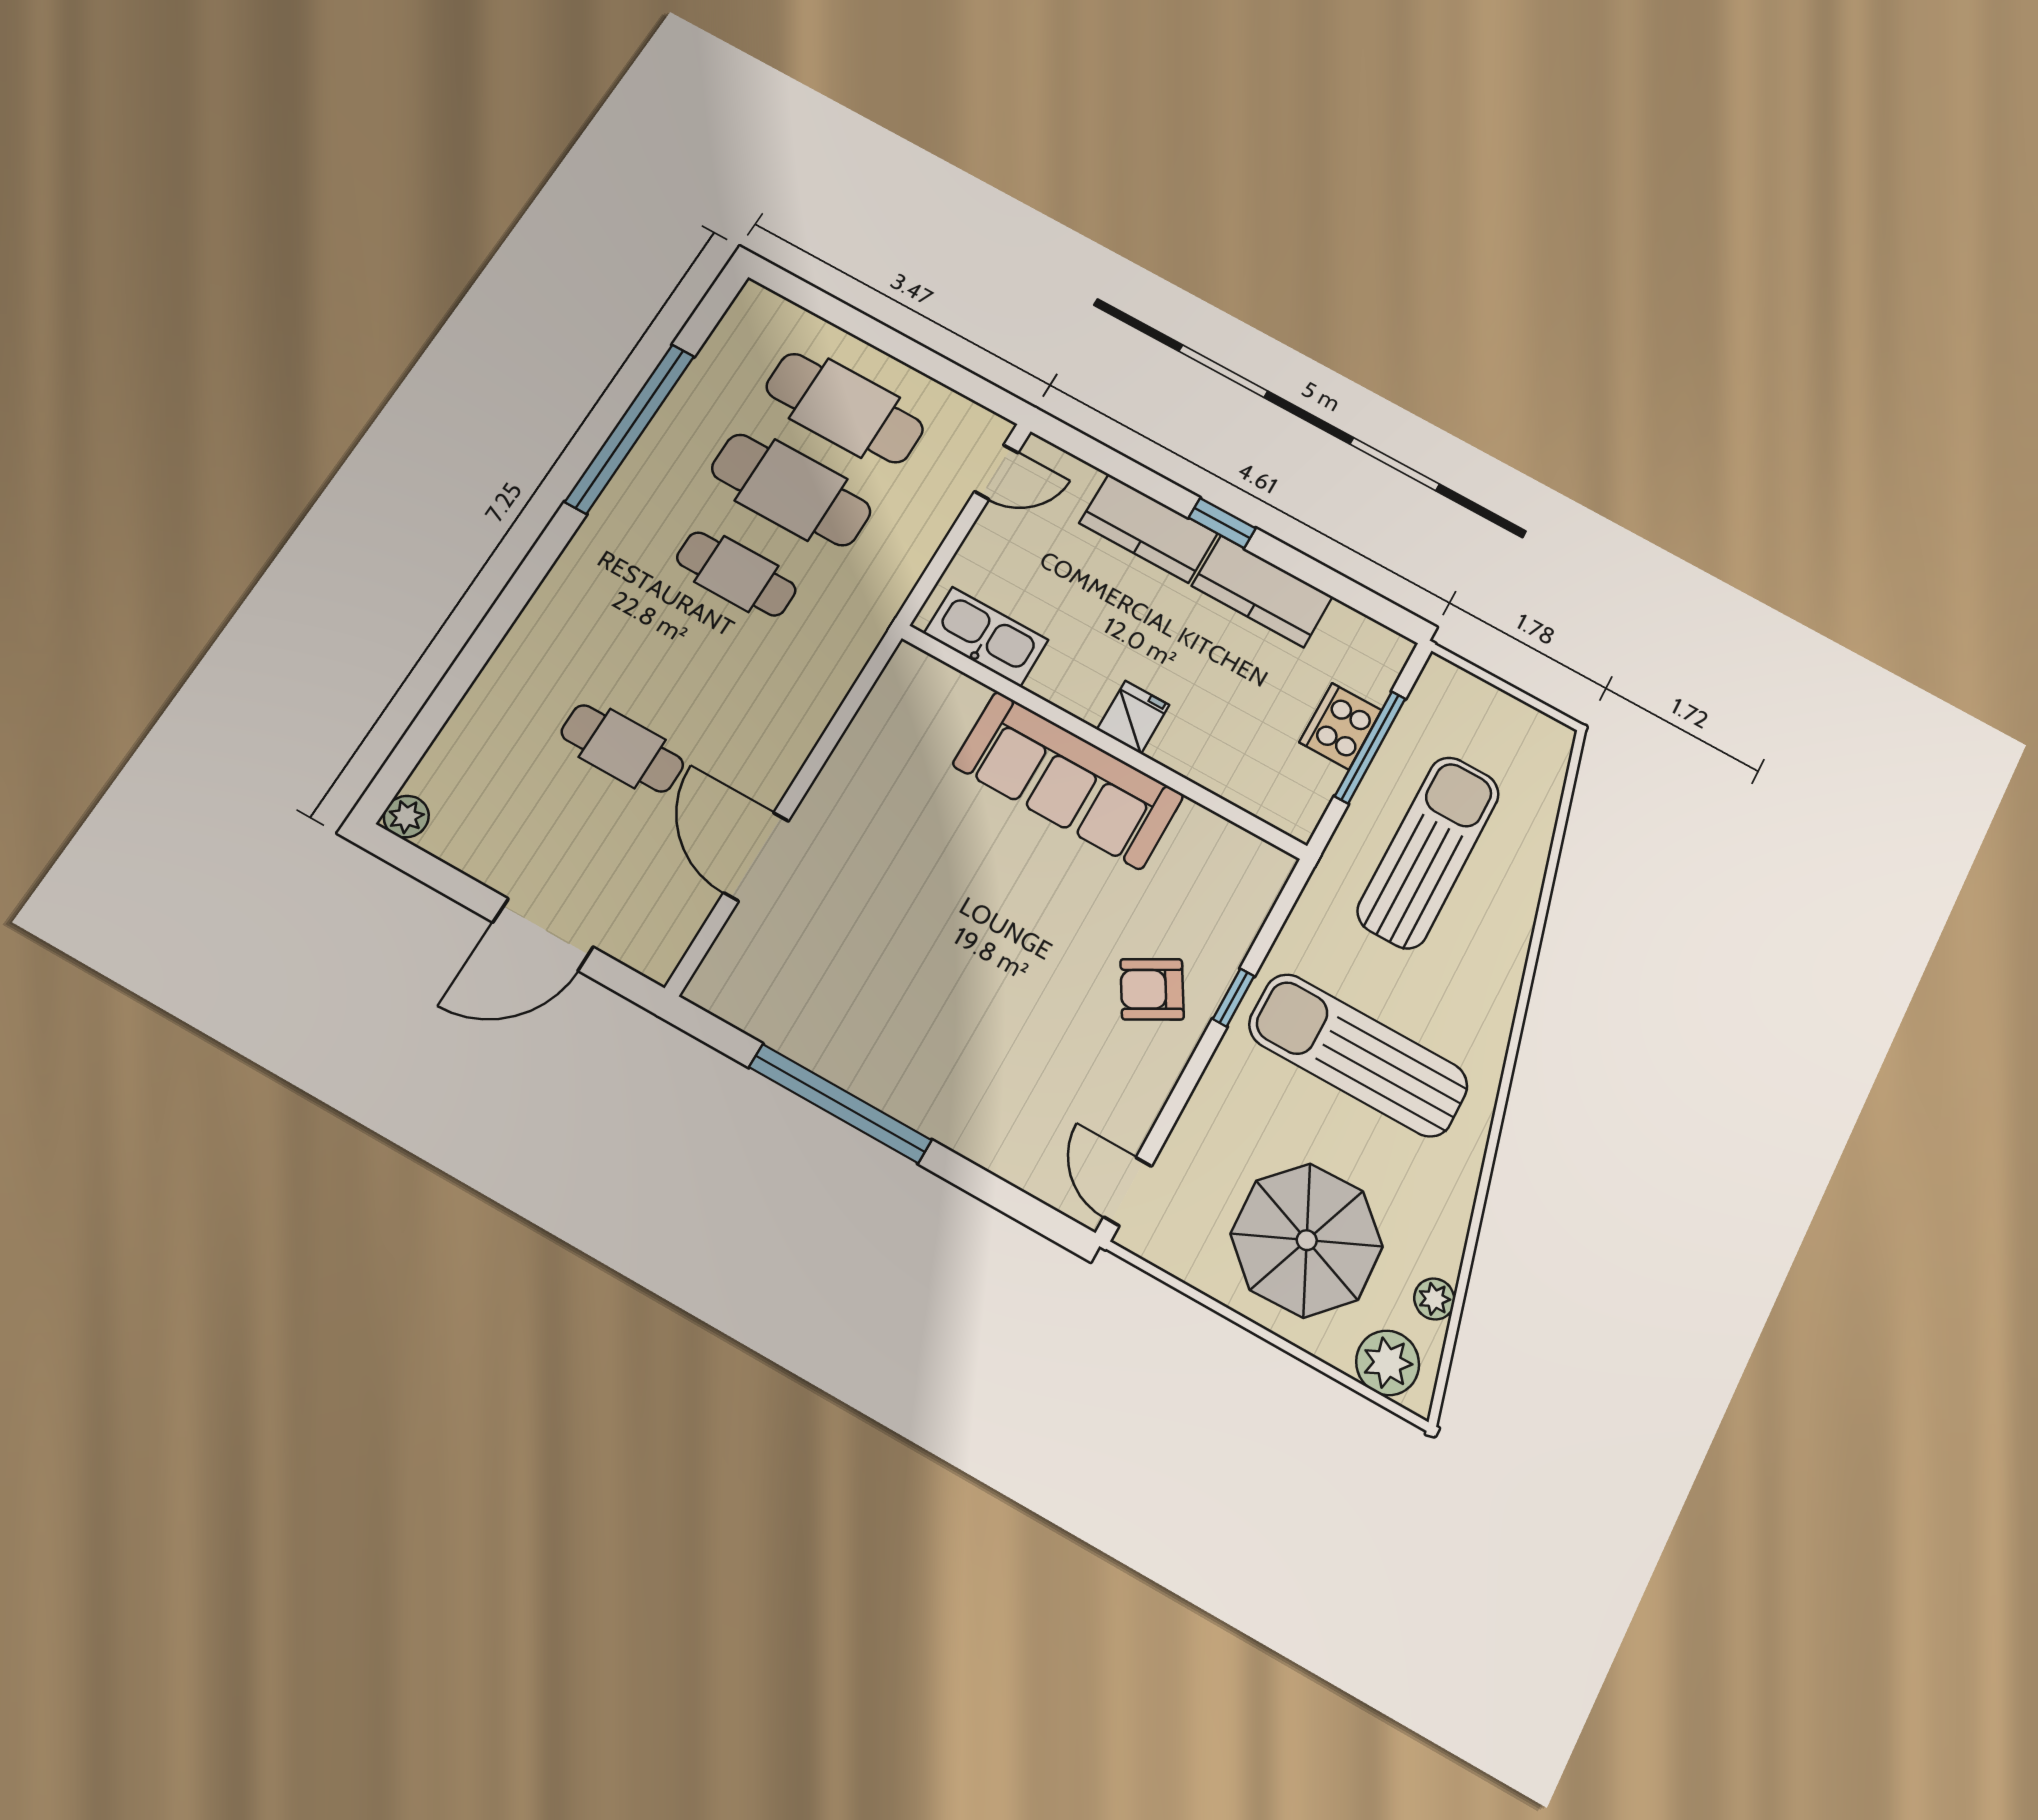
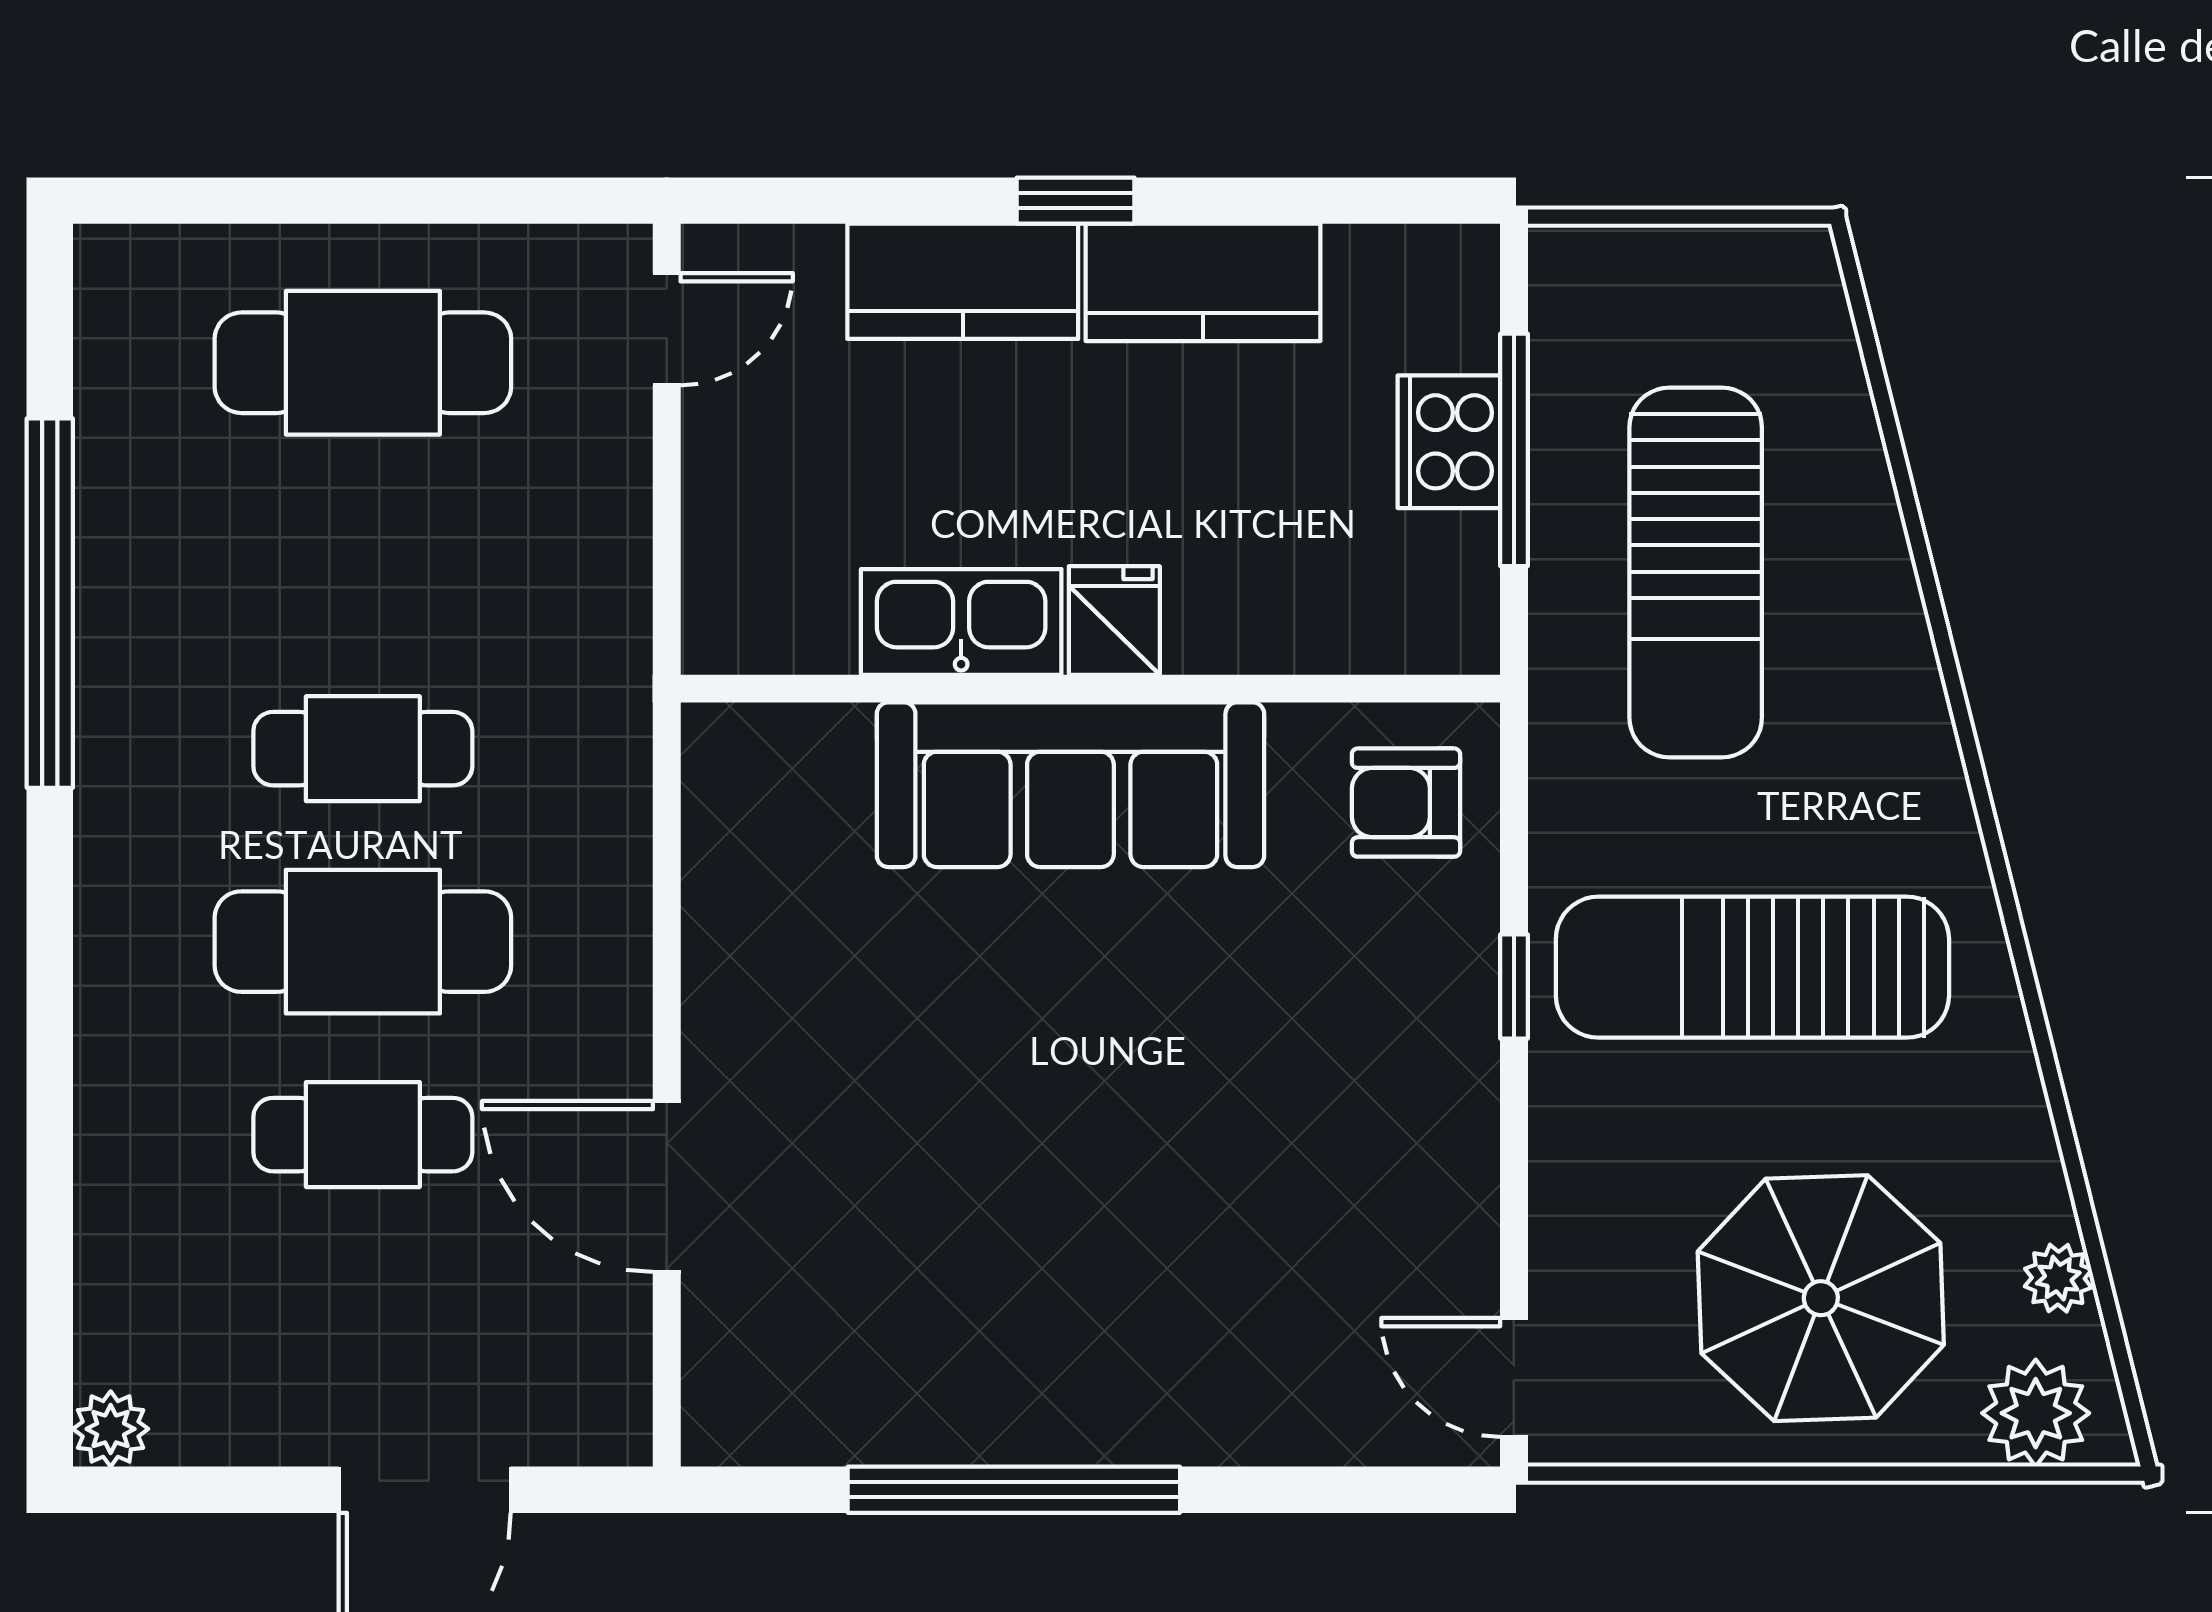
cafe table: (791, 490) -> (363, 942), moved
kitchen sink: (986, 637) -> (961, 622), moved
sun lounger: (1429, 852) -> (1696, 573), turned 180
armchair: (1152, 989) -> (1406, 803), moved, turned 30

